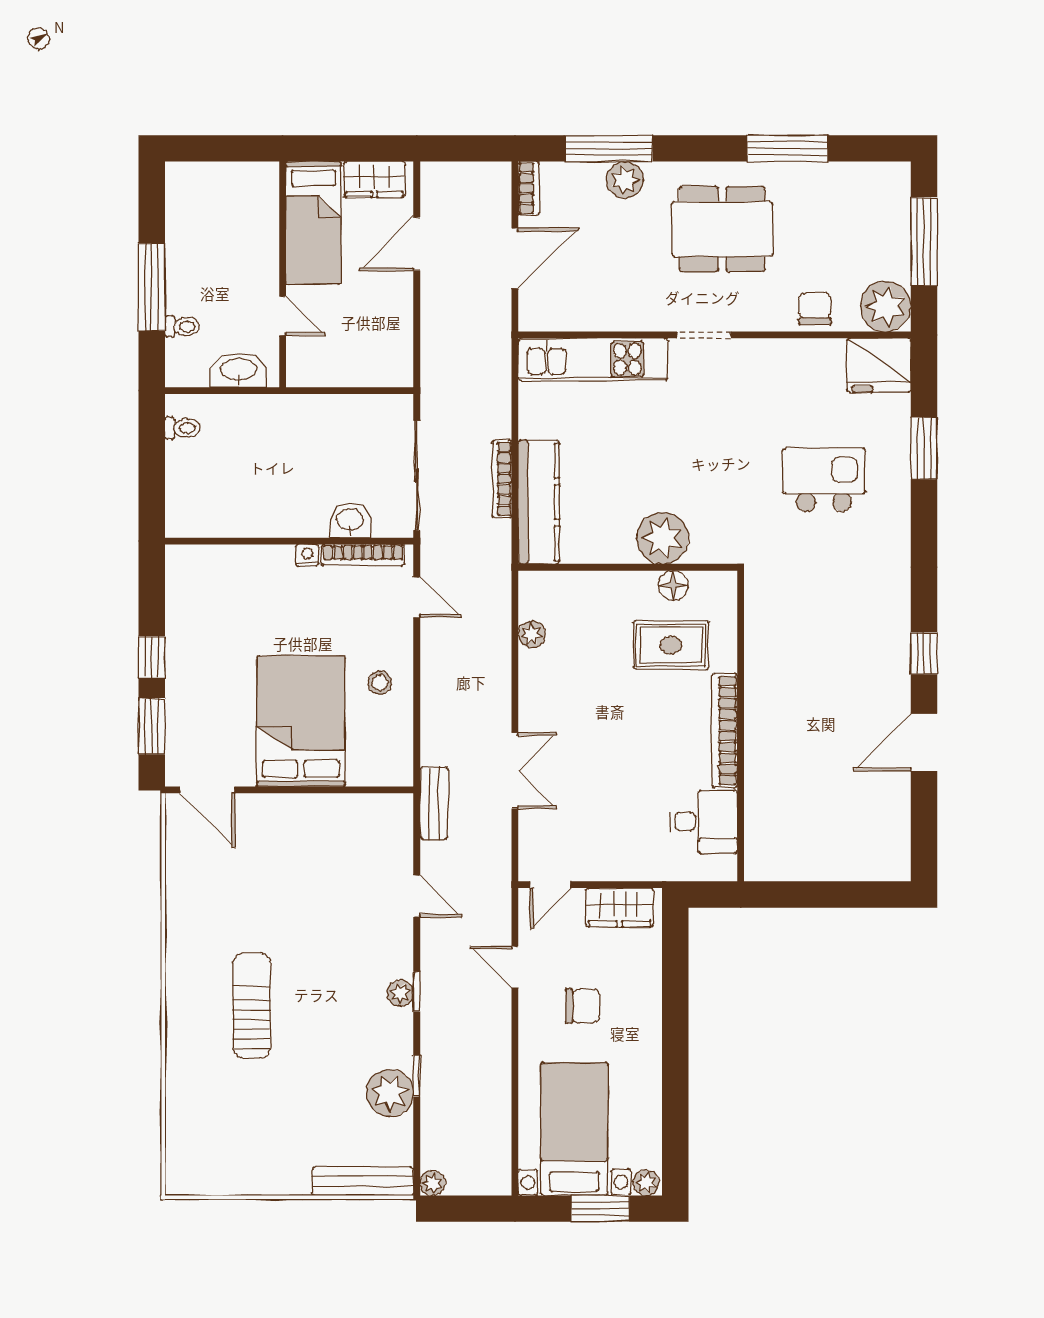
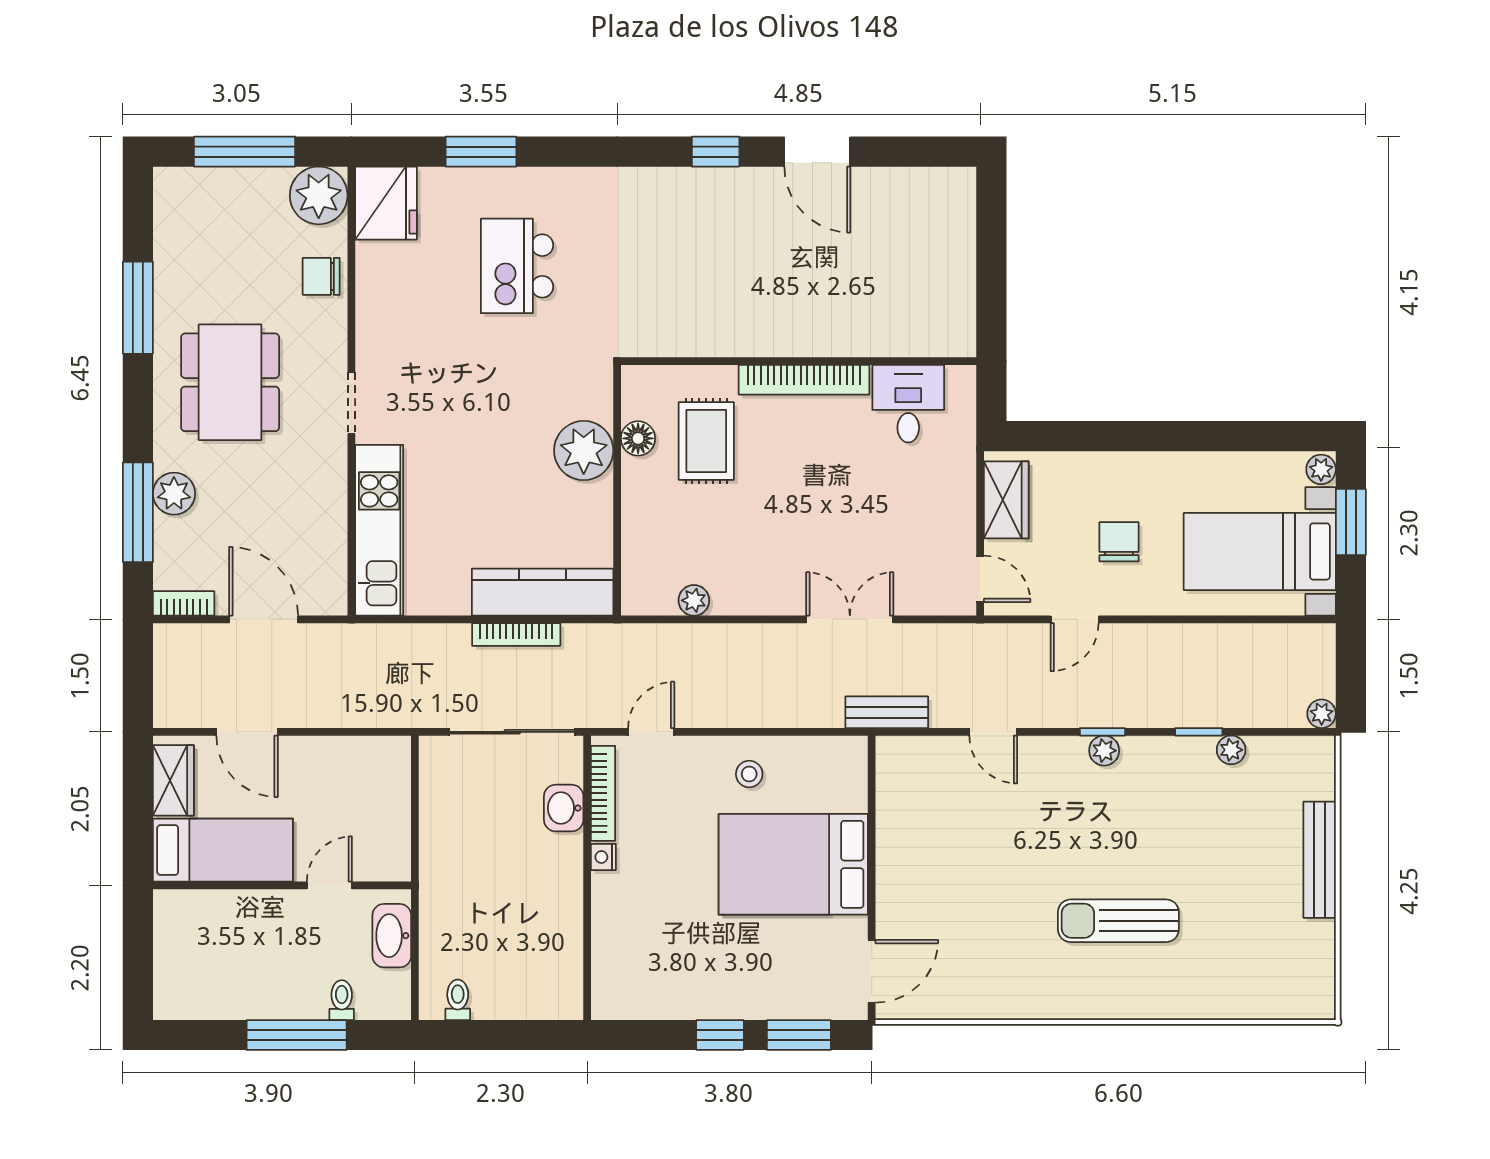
door: (417, 896) -> (993, 732), swing flipped
plant: (390, 1093) -> (1231, 750), width x0.53, depth x0.53
bench: (363, 1181) -> (1320, 860), moved

